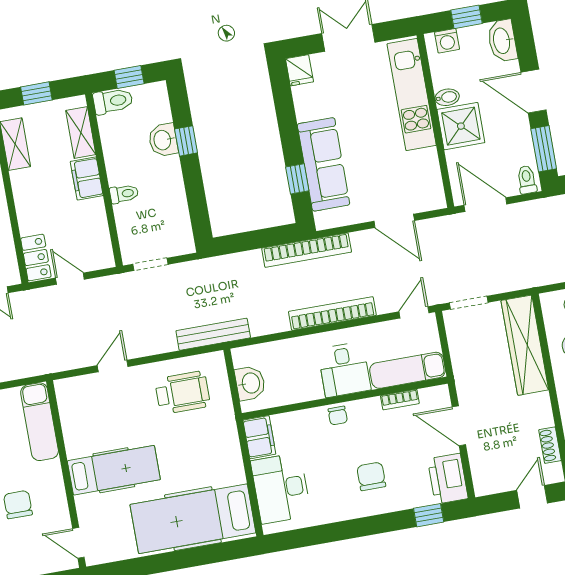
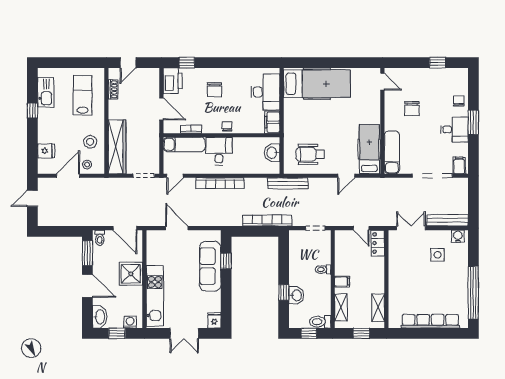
bidet: (447, 97) -> (136, 291), removed
filing cabinet: (87, 178) -> (342, 282), width x0.50
bookcase: (307, 250) -> (267, 221), moved
hospital bed: (114, 470) -> (369, 149), moved, turned 90

